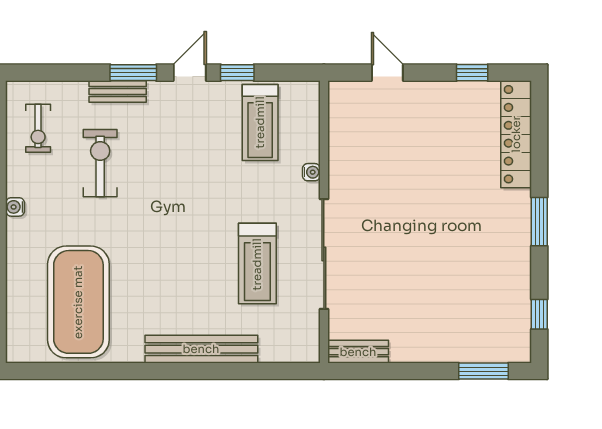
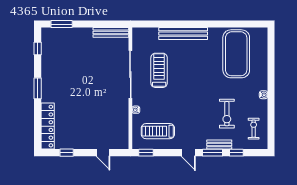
window: (78, 73) -> (236, 153), added
door: (190, 73) -> (188, 153), hinge flipped
window: (237, 73) -> (146, 153), moved
treadmill: (260, 122) -> (158, 131), turned -90
bench: (358, 352) -> (111, 32), width x1.36

